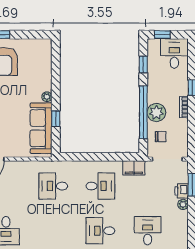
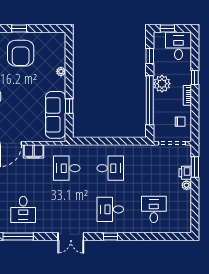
plant: (47, 97) -> (61, 71), moved
plant: (156, 112) -> (162, 84), moved
chair: (161, 137) -> (180, 122), moved
filing cabinet: (134, 168) -> (34, 151), moved

